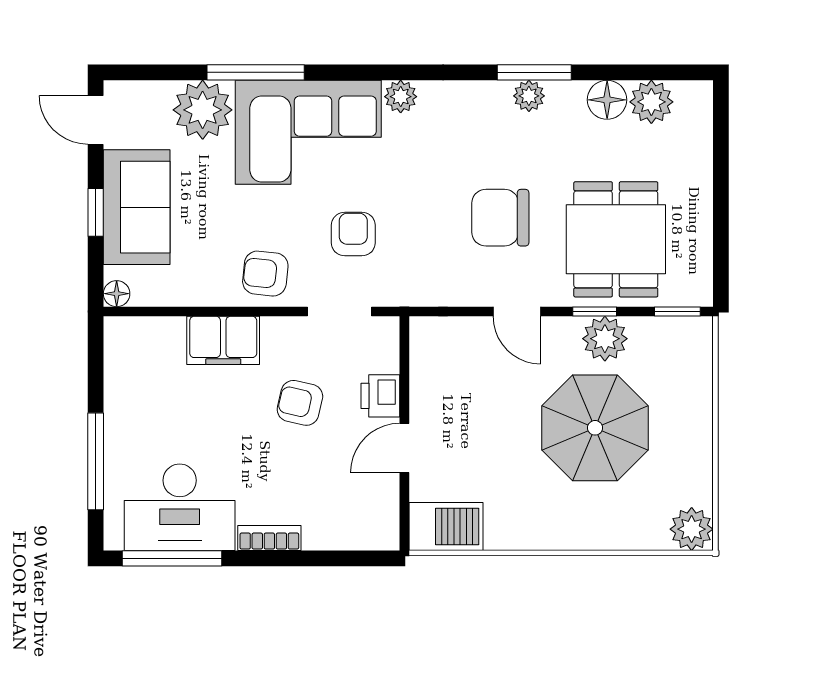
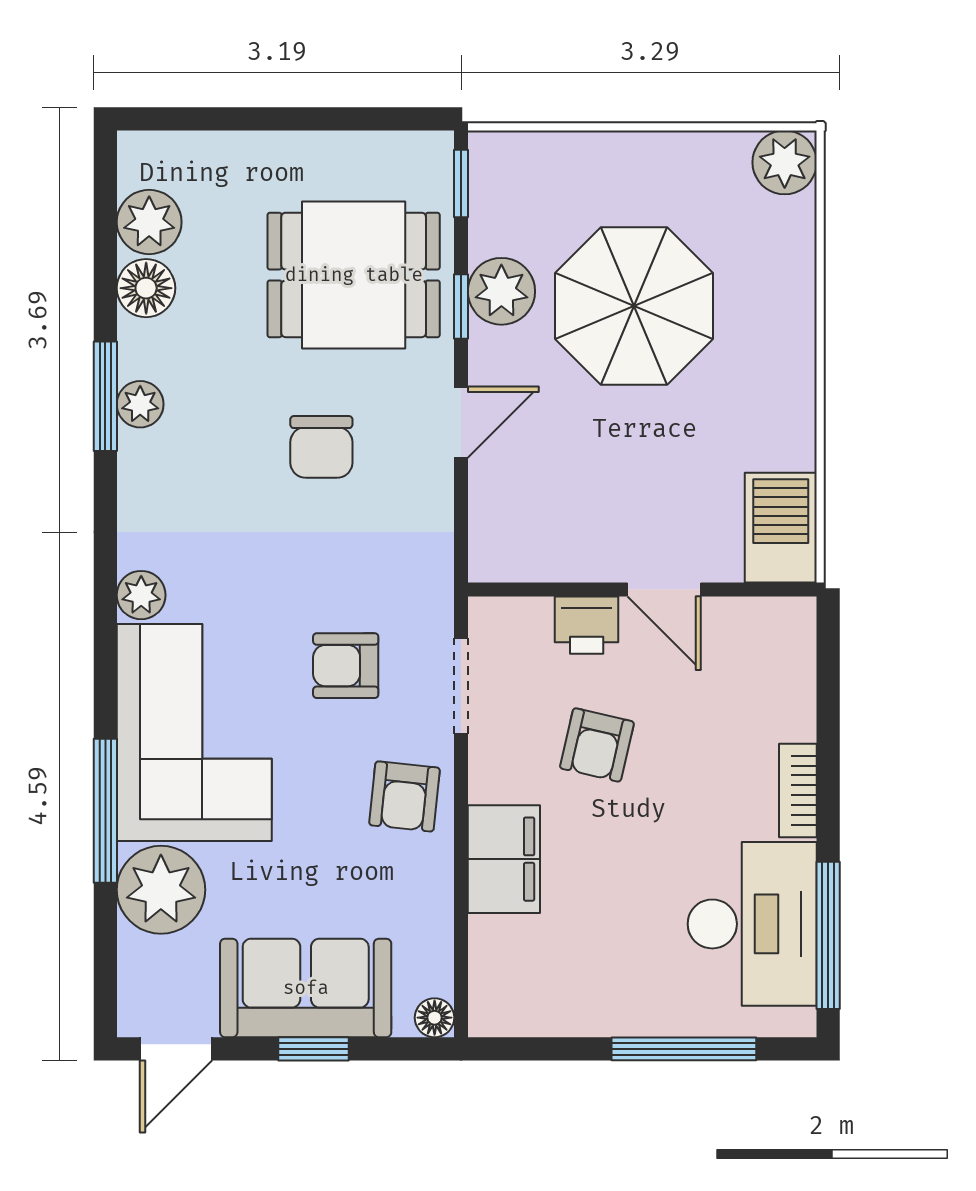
chair: (500, 218) -> (321, 447), width x0.73, depth x0.73

